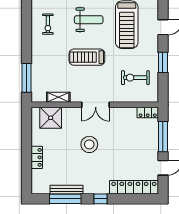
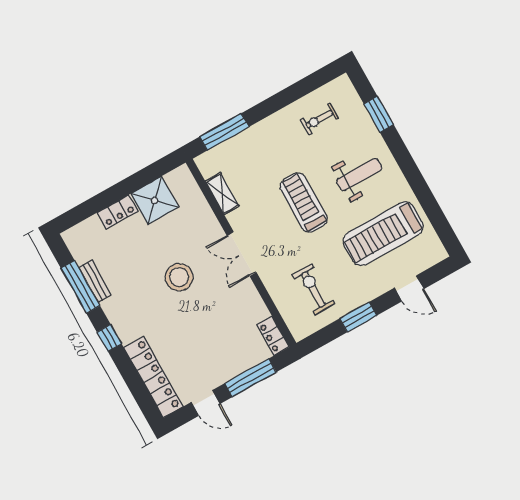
weight bench: (89, 20) -> (359, 174), turned -90
shower: (51, 118) -> (155, 200), moved
bench: (67, 190) -> (95, 281), width x0.73

